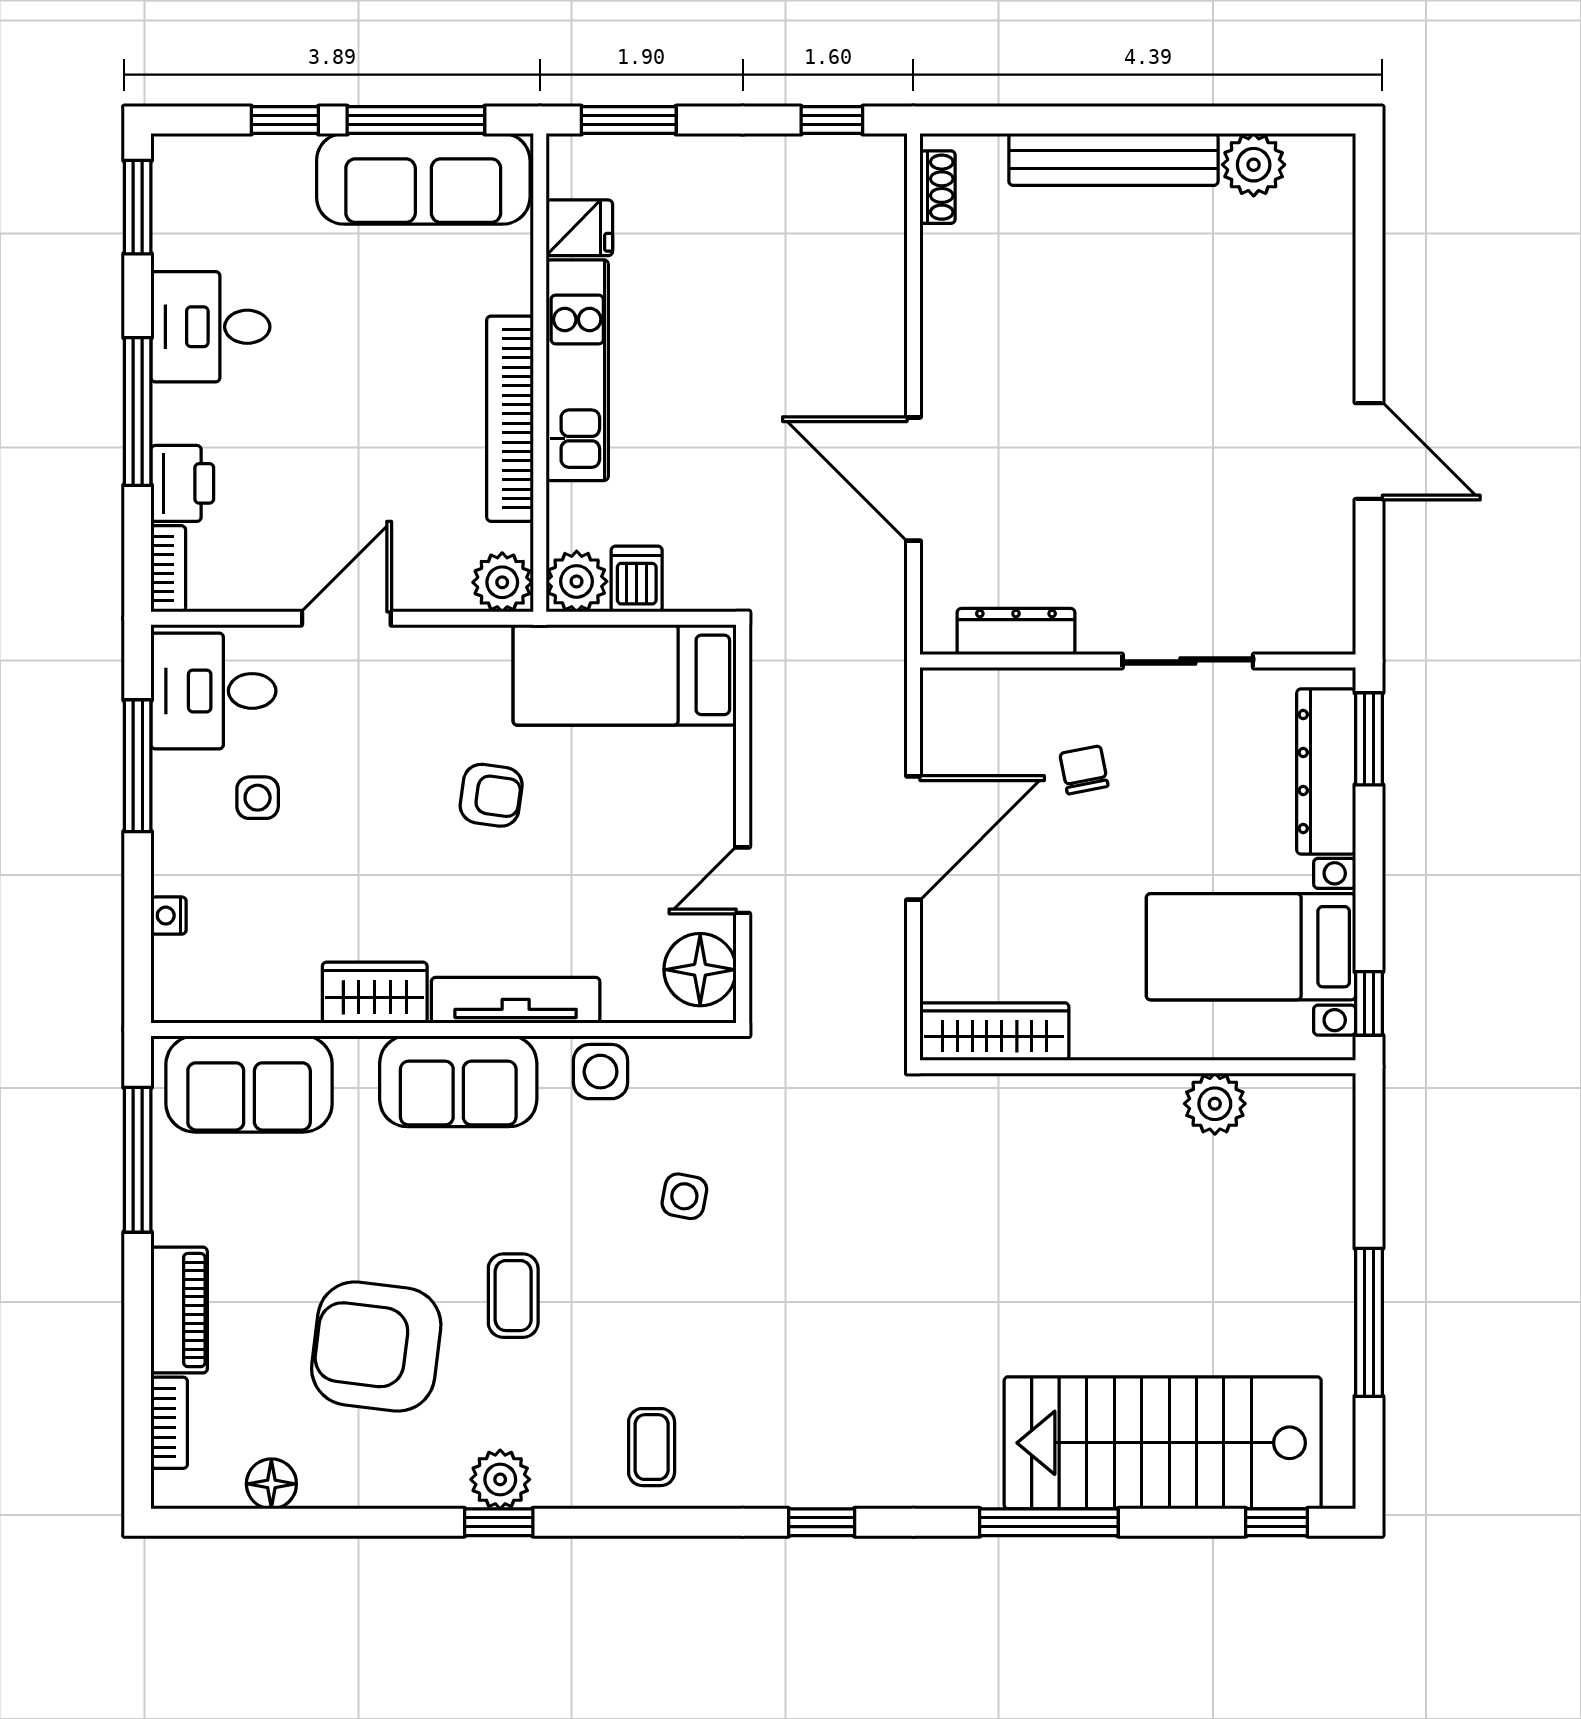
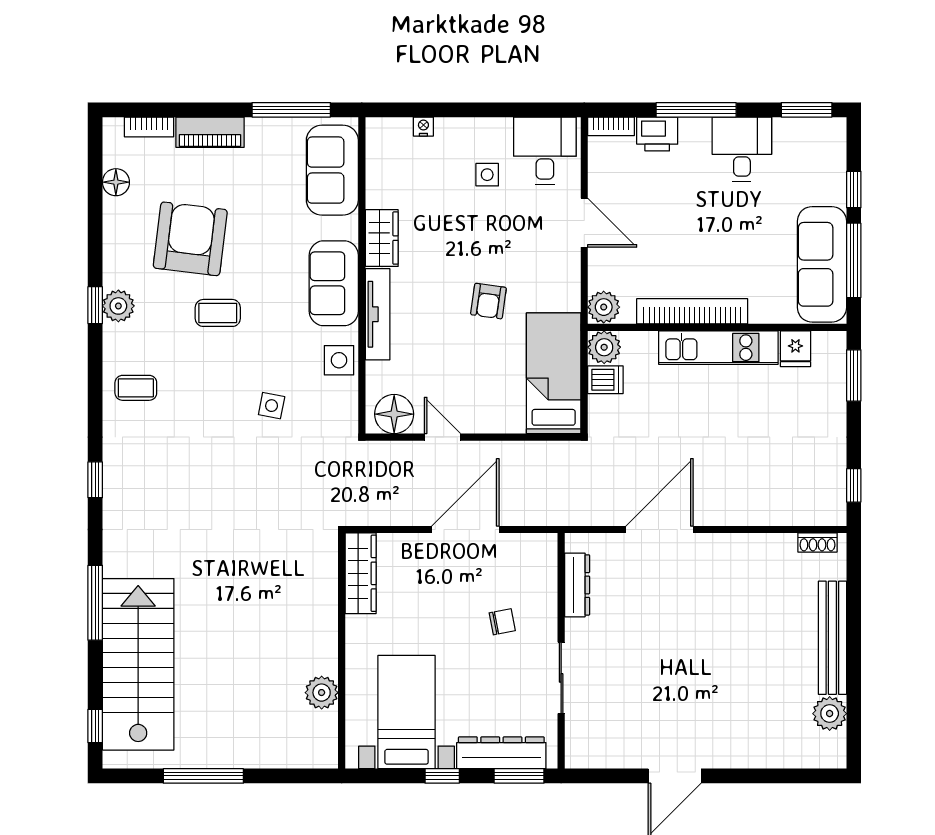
window: (138, 766) -> (504, 110), removed
door: (913, 838) -> (465, 530), swing flipped
window: (1369, 1003) -> (442, 776), moved

